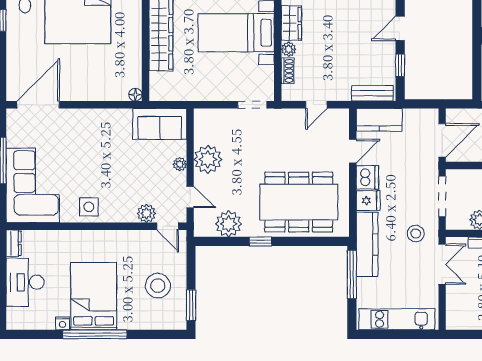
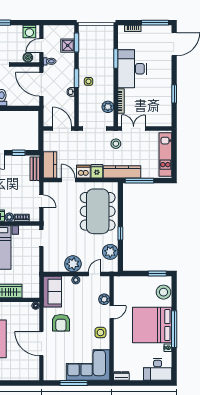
door: (38, 105) -> (41, 344), moved
armchair: (106, 139) -> (61, 323), added
door: (168, 226) -> (112, 312), moved
desk: (25, 282) -> (158, 369), moved
stool: (158, 286) -> (163, 292), moved
bed: (94, 296) -> (152, 325), width x1.36

